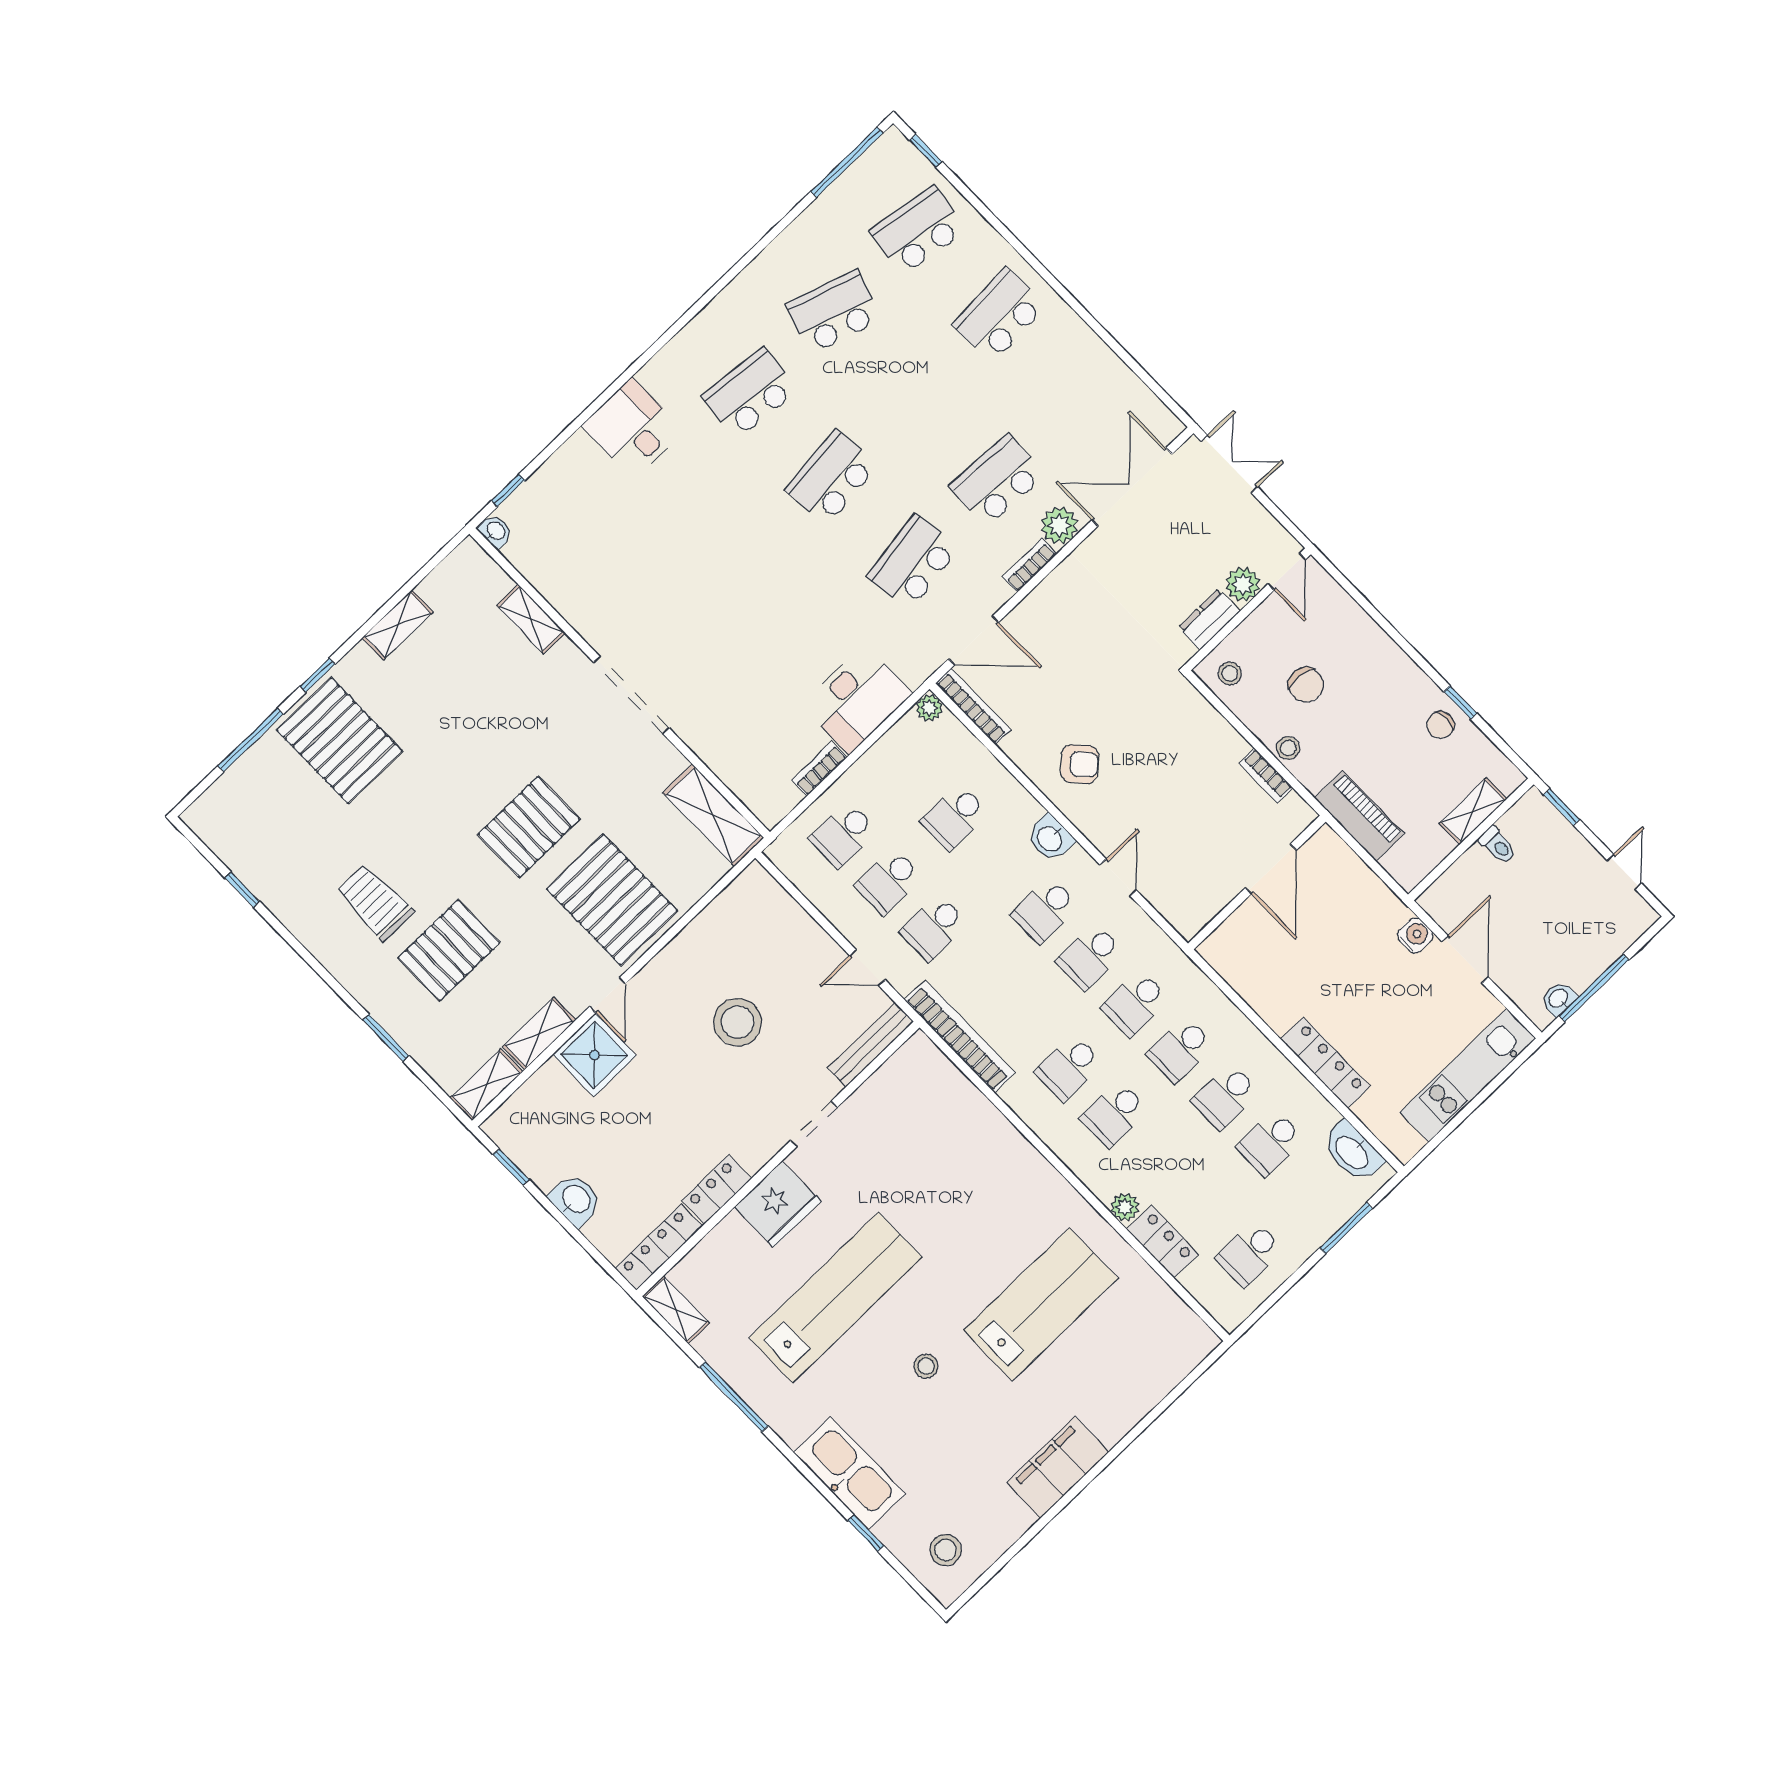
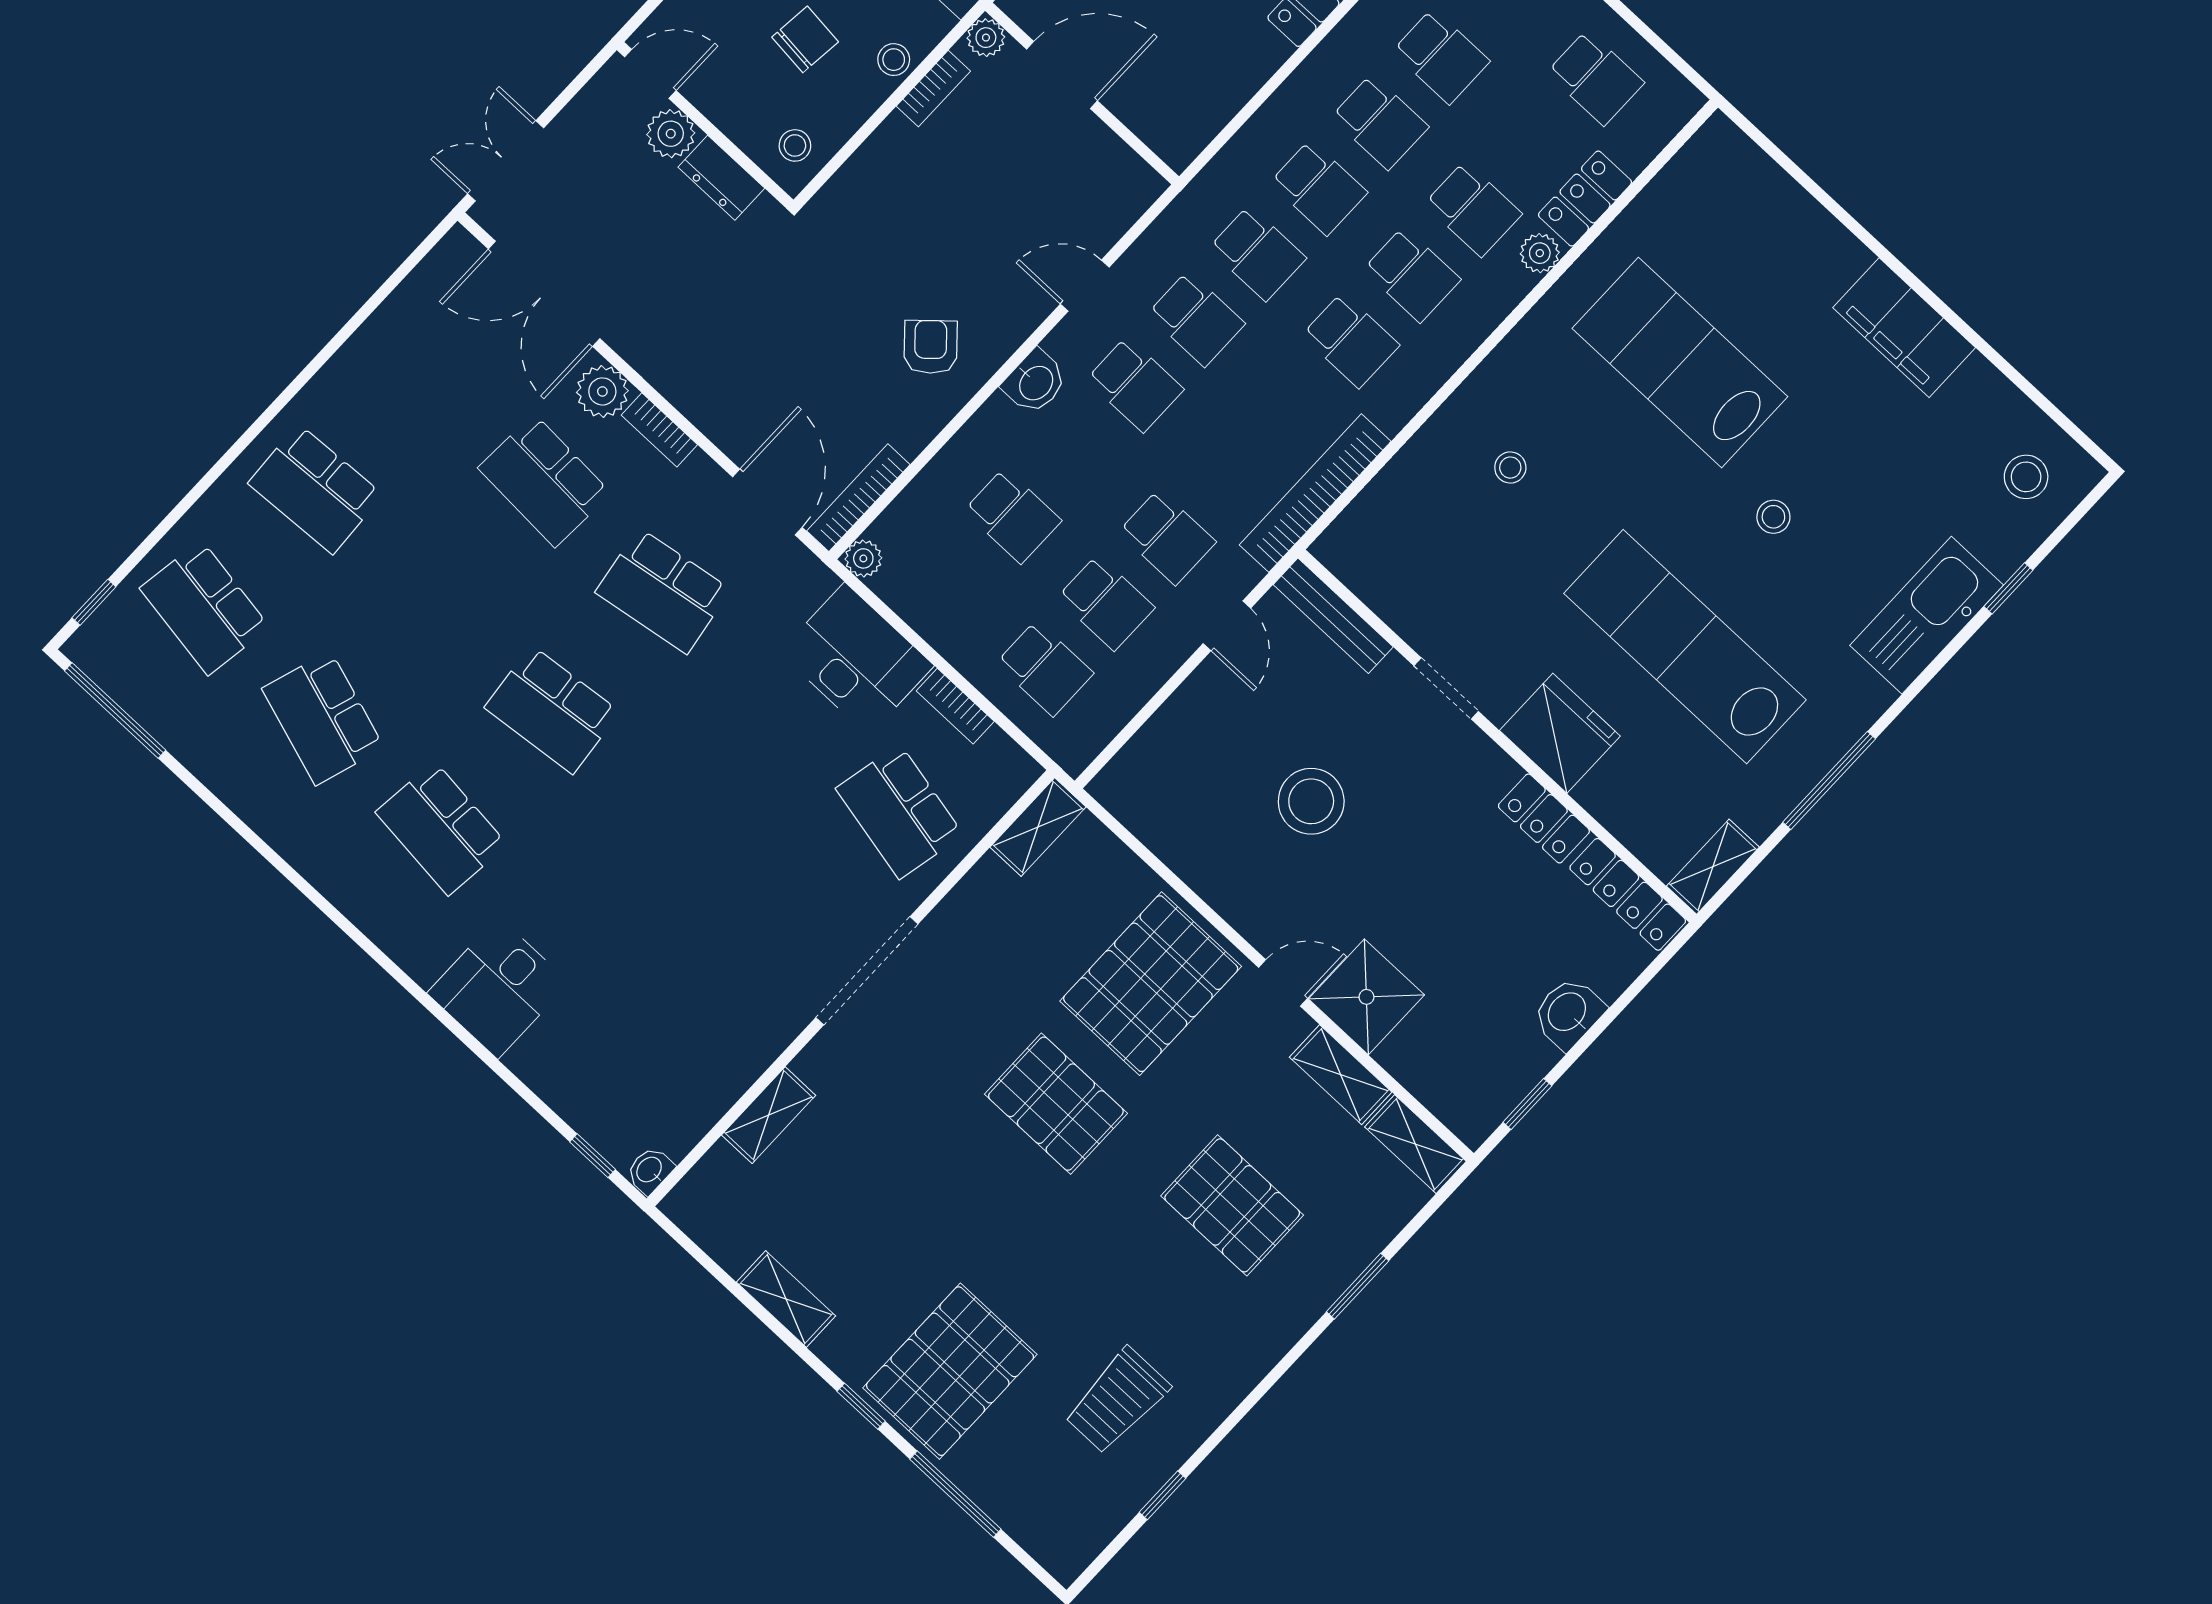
school desk: (745, 725) -> (900, 812), added
shelving: (713, 815) -> (1038, 827), width x0.67, depth x0.75
plant: (1301, 815) -> (986, 38), added
trolley: (375, 902) -> (1117, 1401), moved
school desk: (1159, 1161) -> (1473, 209), added
stool: (971, 1178) -> (1510, 468), added

